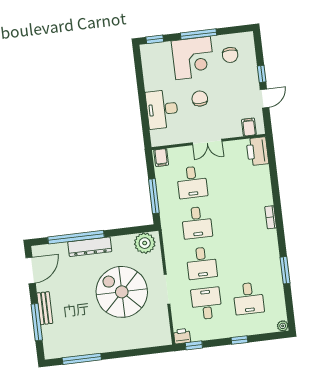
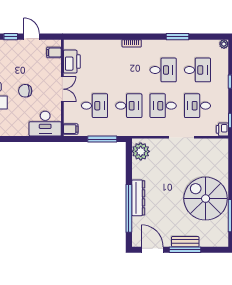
desk: (162, 109) -> (45, 124), moved
printer: (257, 151) -> (72, 62), moved, turned -90
desk: (244, 258) -> (163, 70), added
desk: (202, 263) -> (163, 106), turned 180
spiral stairs: (122, 292) -> (206, 199), moved, turned 90
window: (37, 322) -> (185, 250), moved

